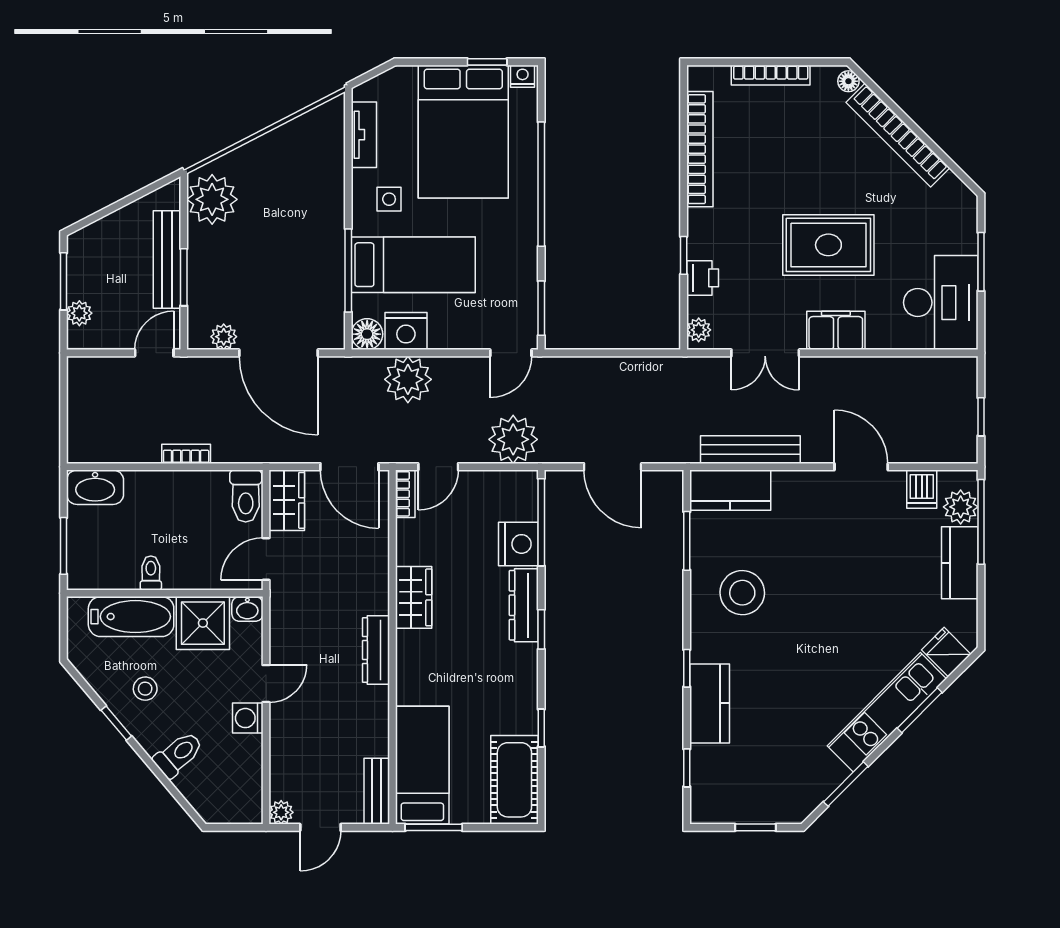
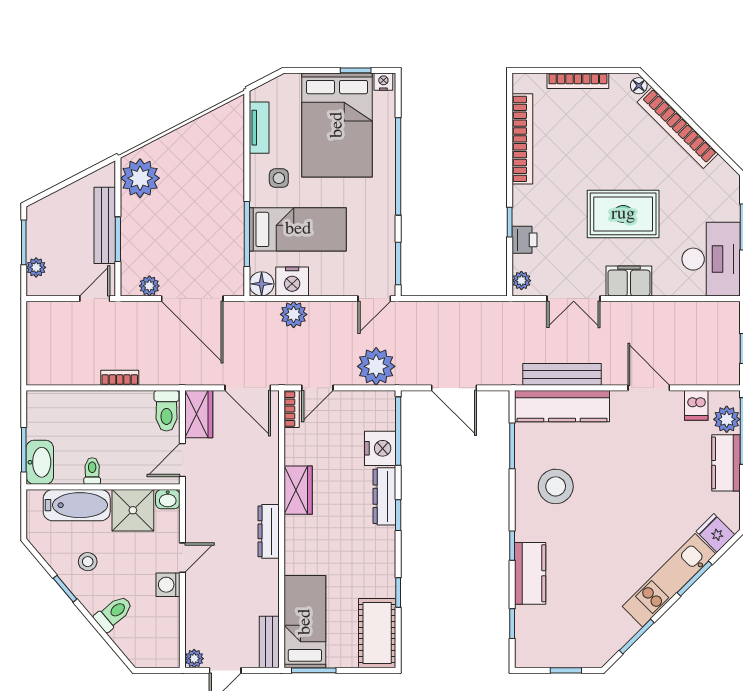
plant: (408, 379) -> (294, 314), width x0.73, depth x0.73
washbasin: (95, 487) -> (40, 462), moved, turned -90
kitchen counter: (730, 490) -> (562, 406), width x1.50

